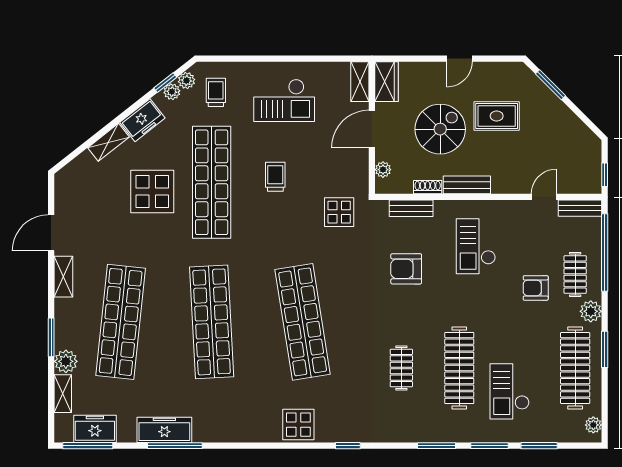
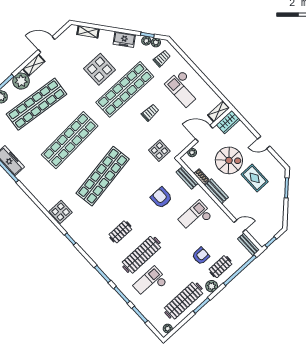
shelving: (108, 142) -> (88, 32), moved
armchair: (536, 288) -> (201, 256), turned 90
plant: (69, 314) -> (21, 81), added

